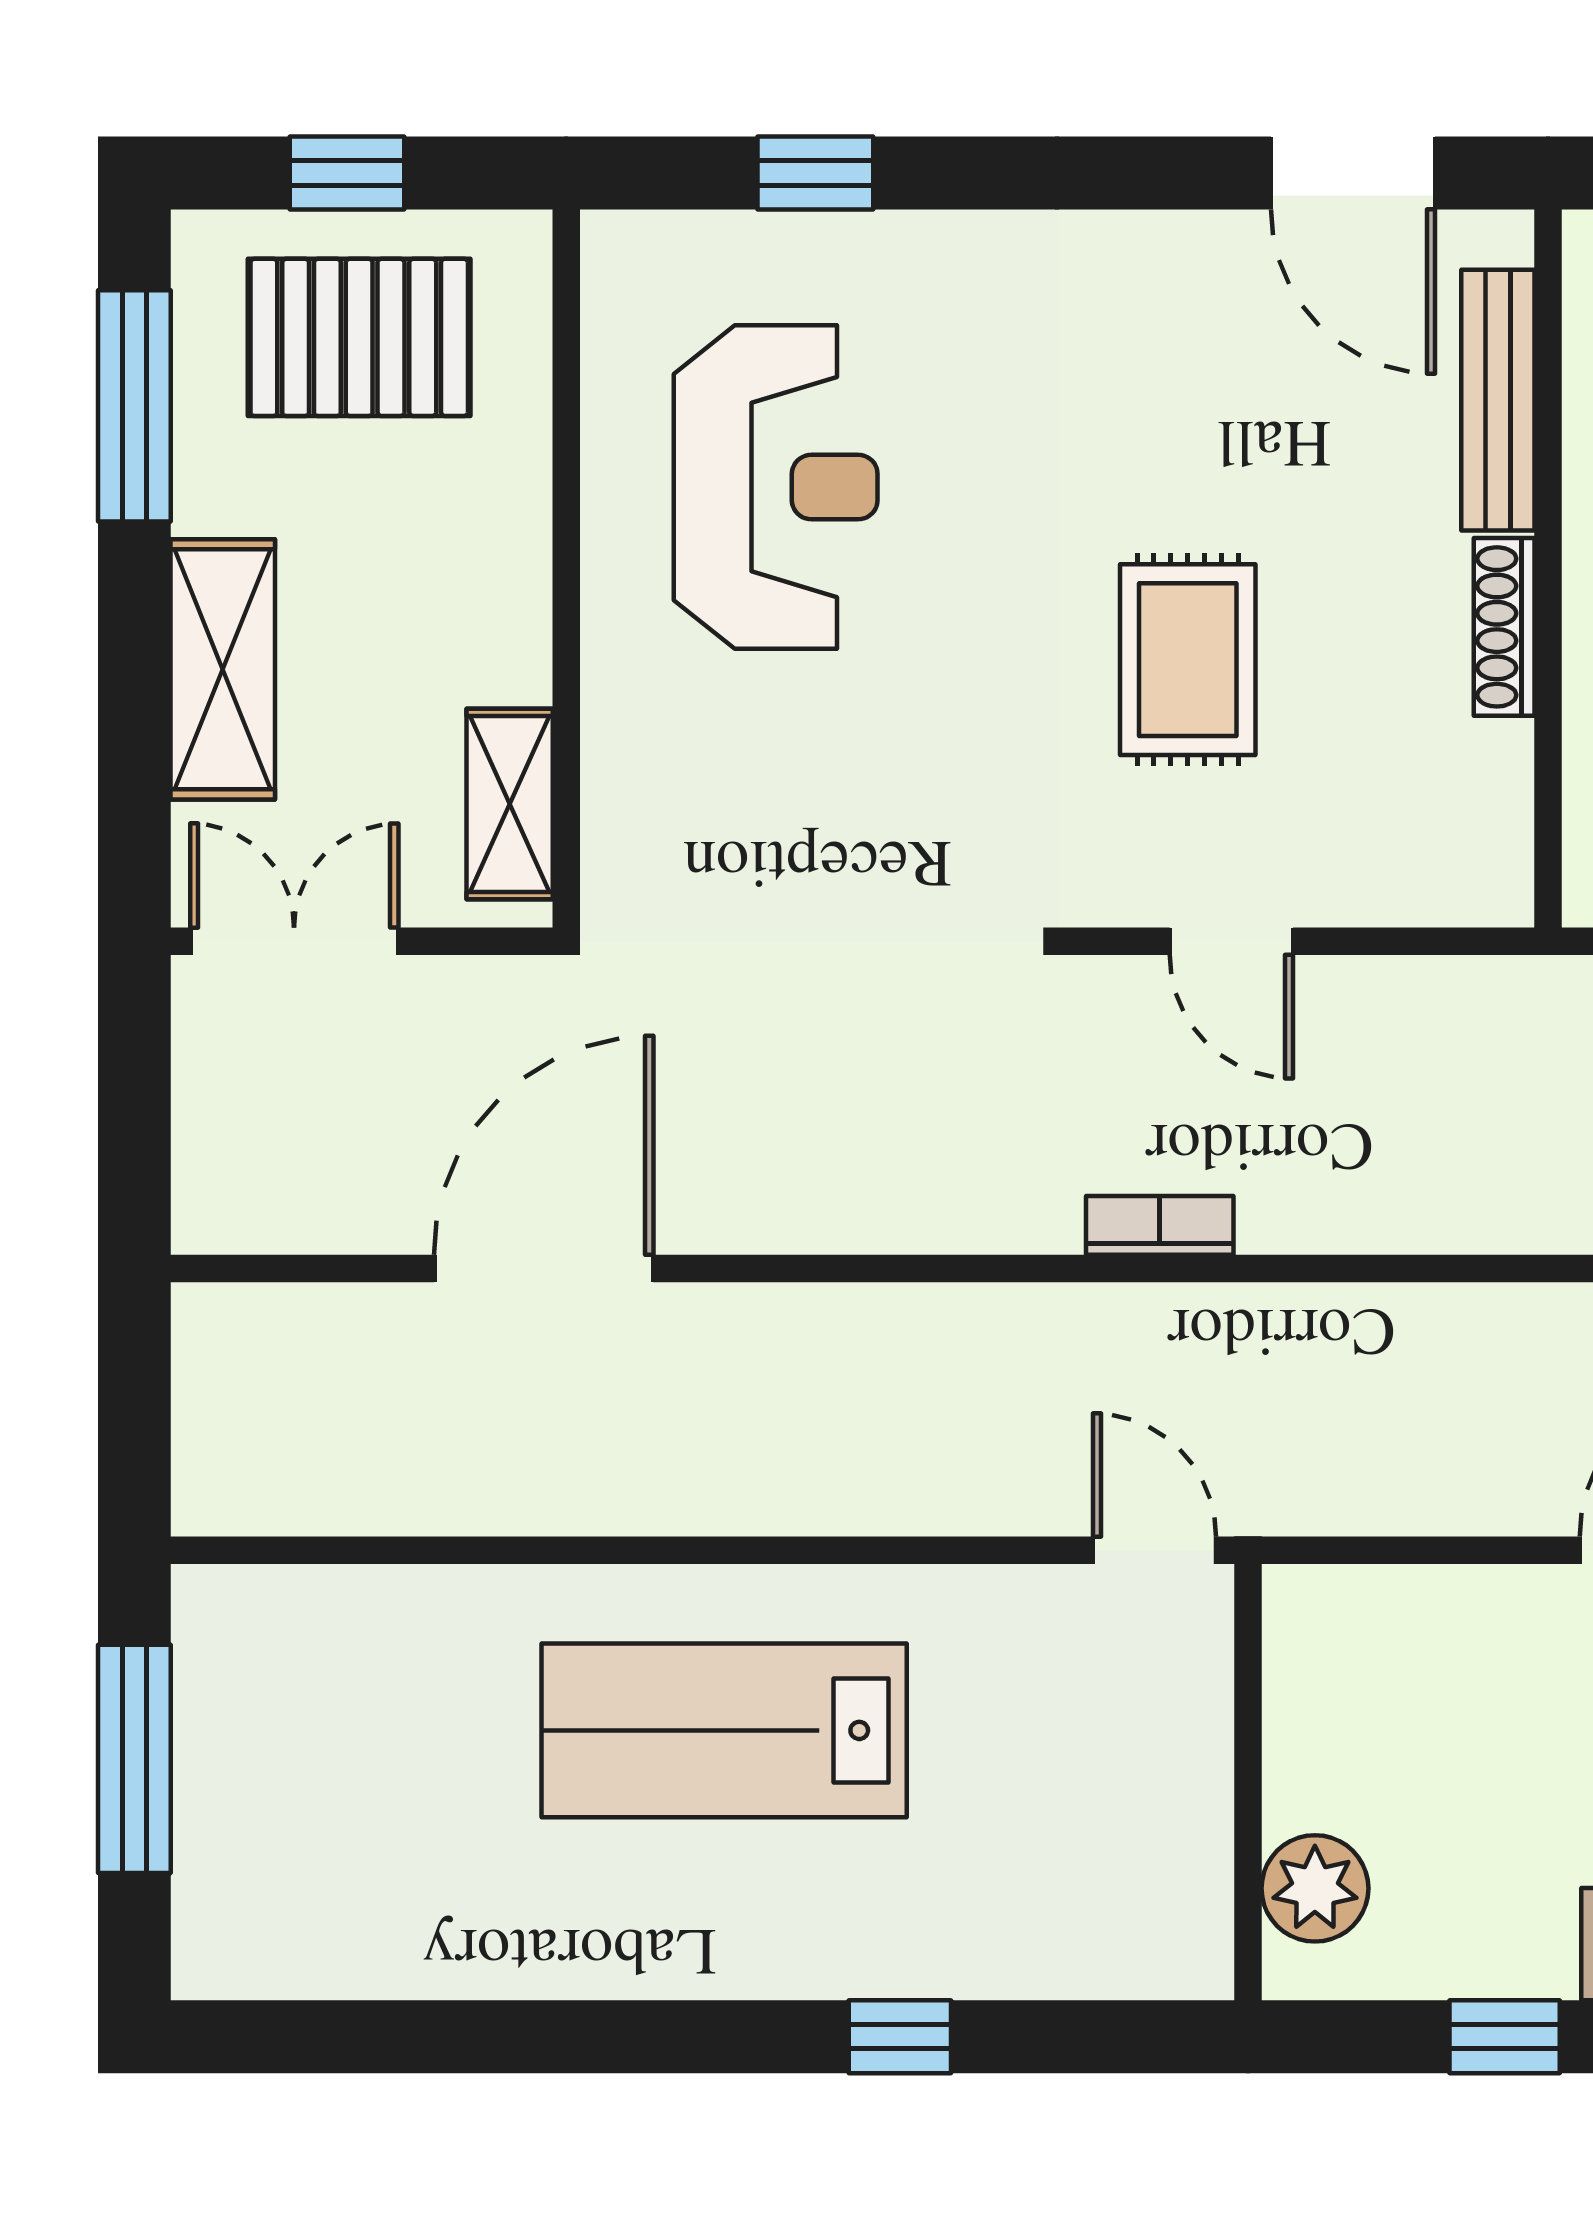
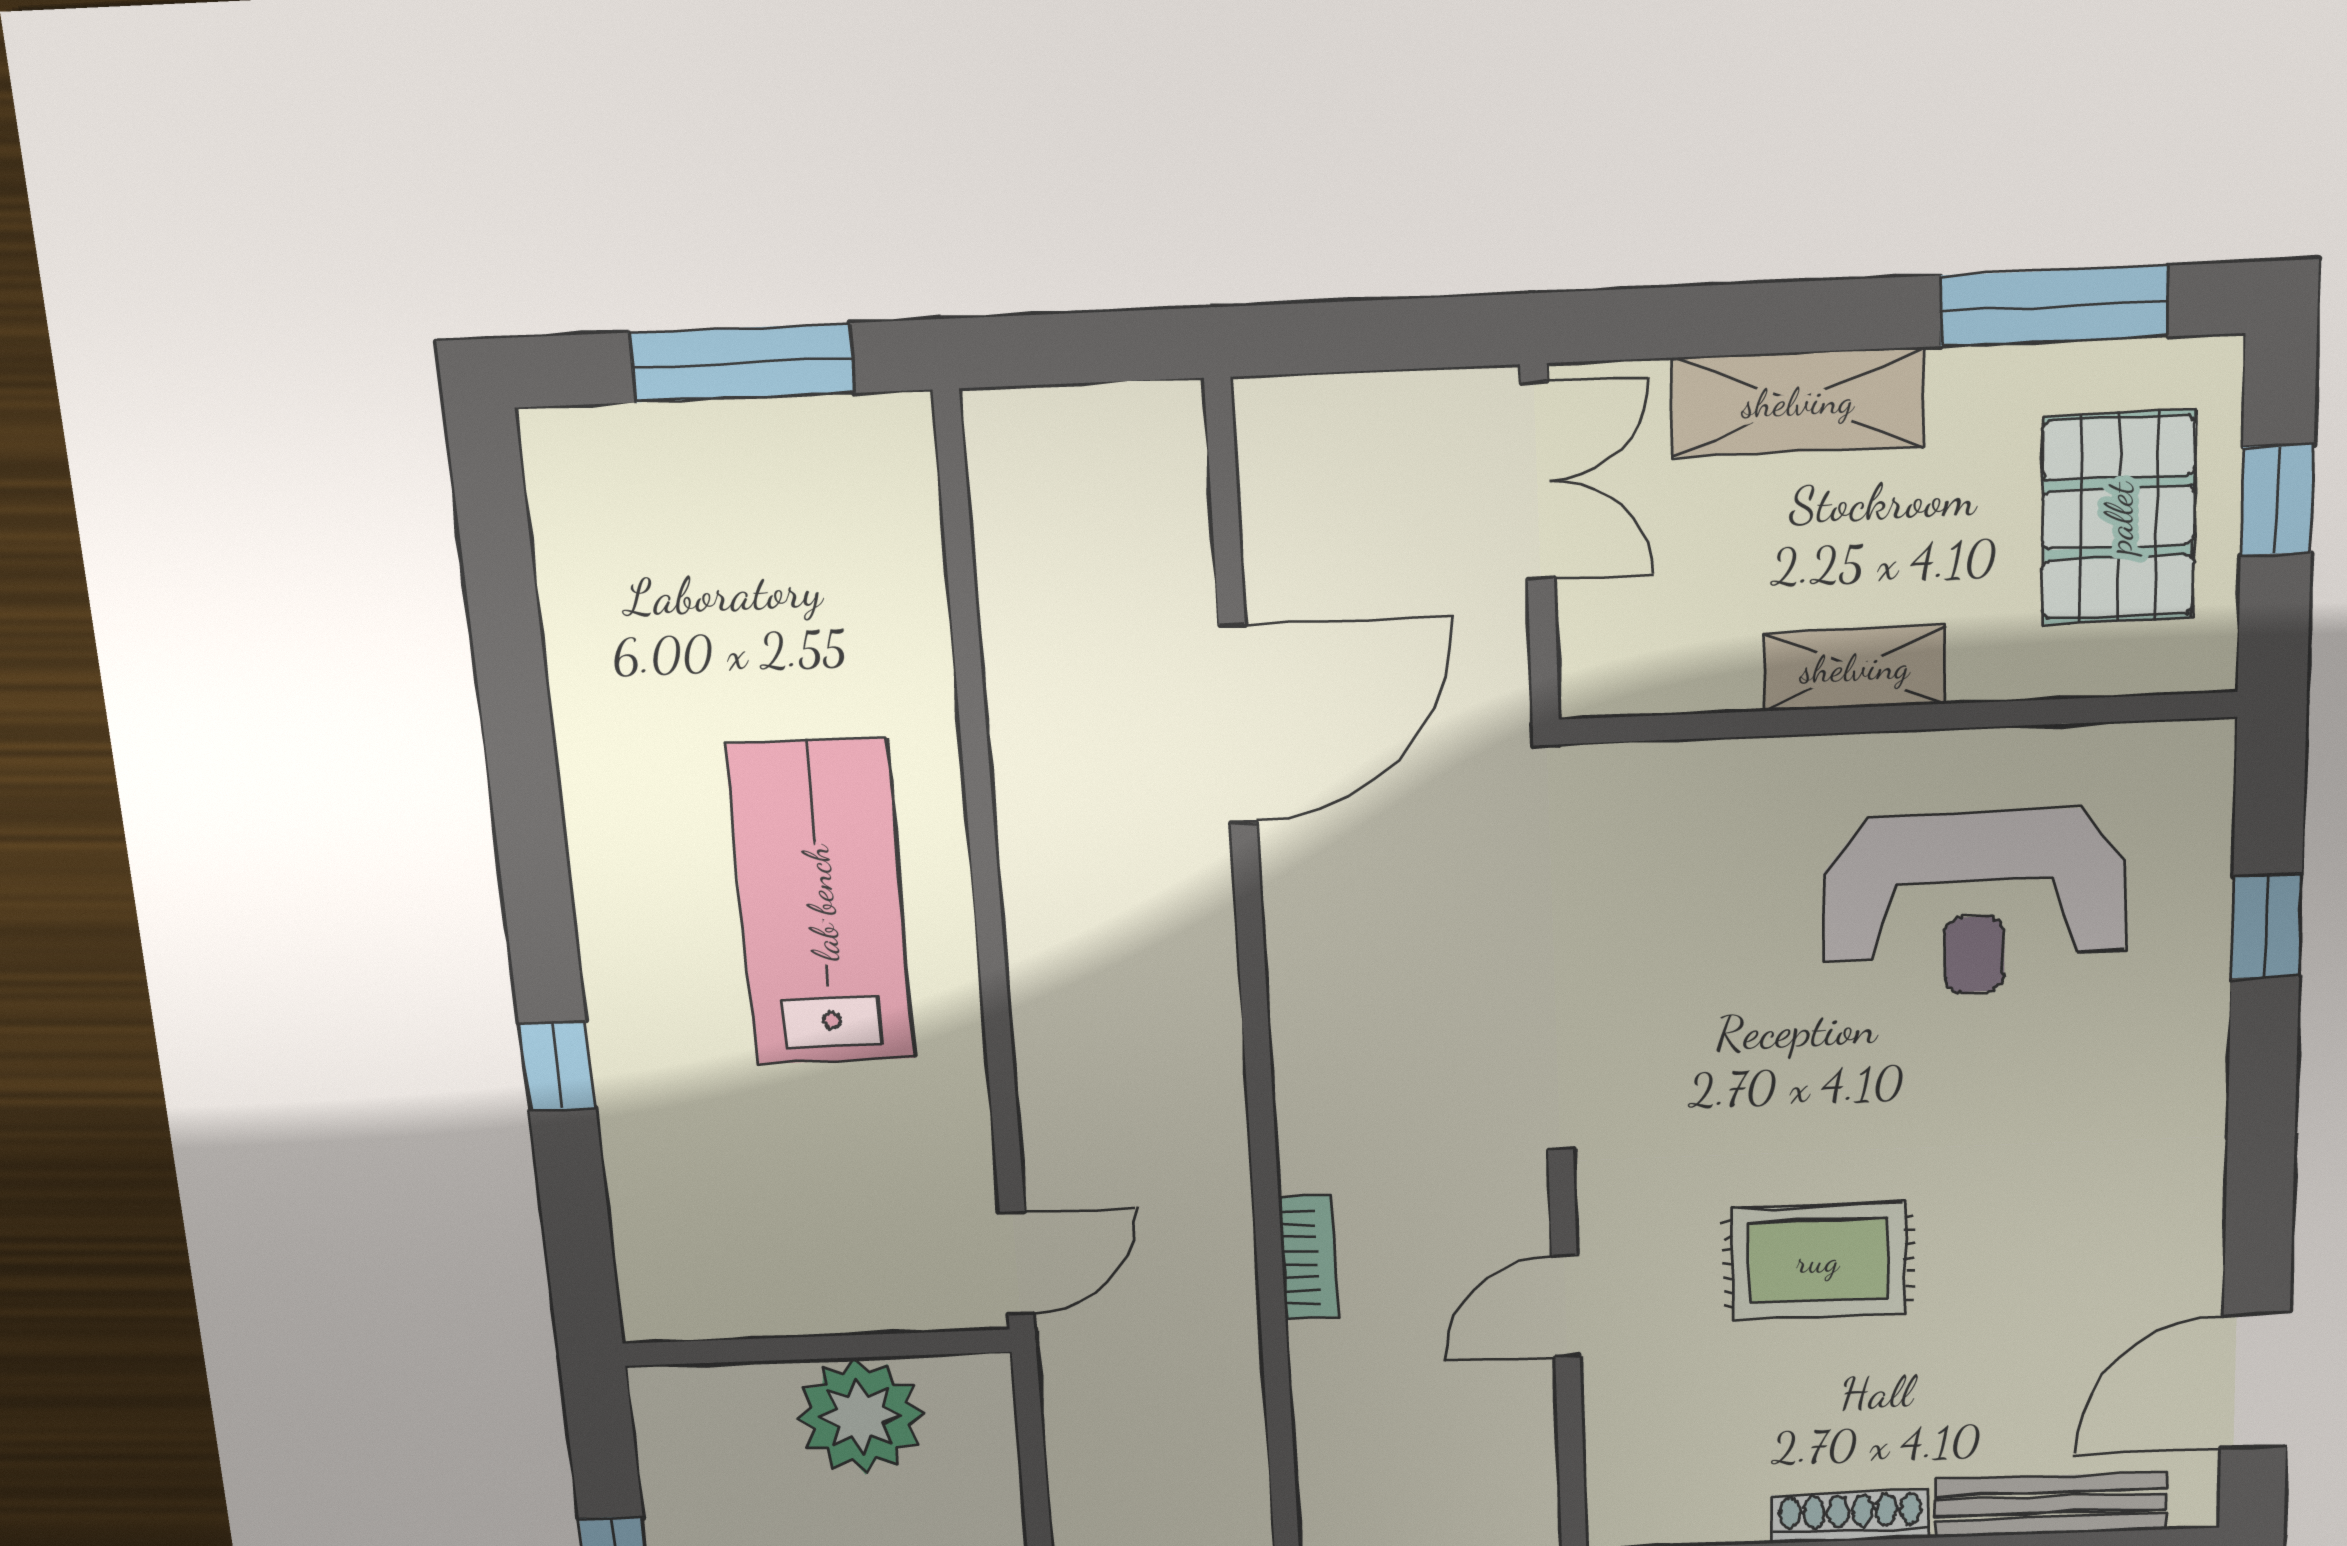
shelving: (510, 804) -> (1855, 668), moved
door: (544, 1268) -> (1238, 725), hinge flipped
plant: (1315, 1888) -> (860, 1416), moved, width x1.36, depth x1.36

